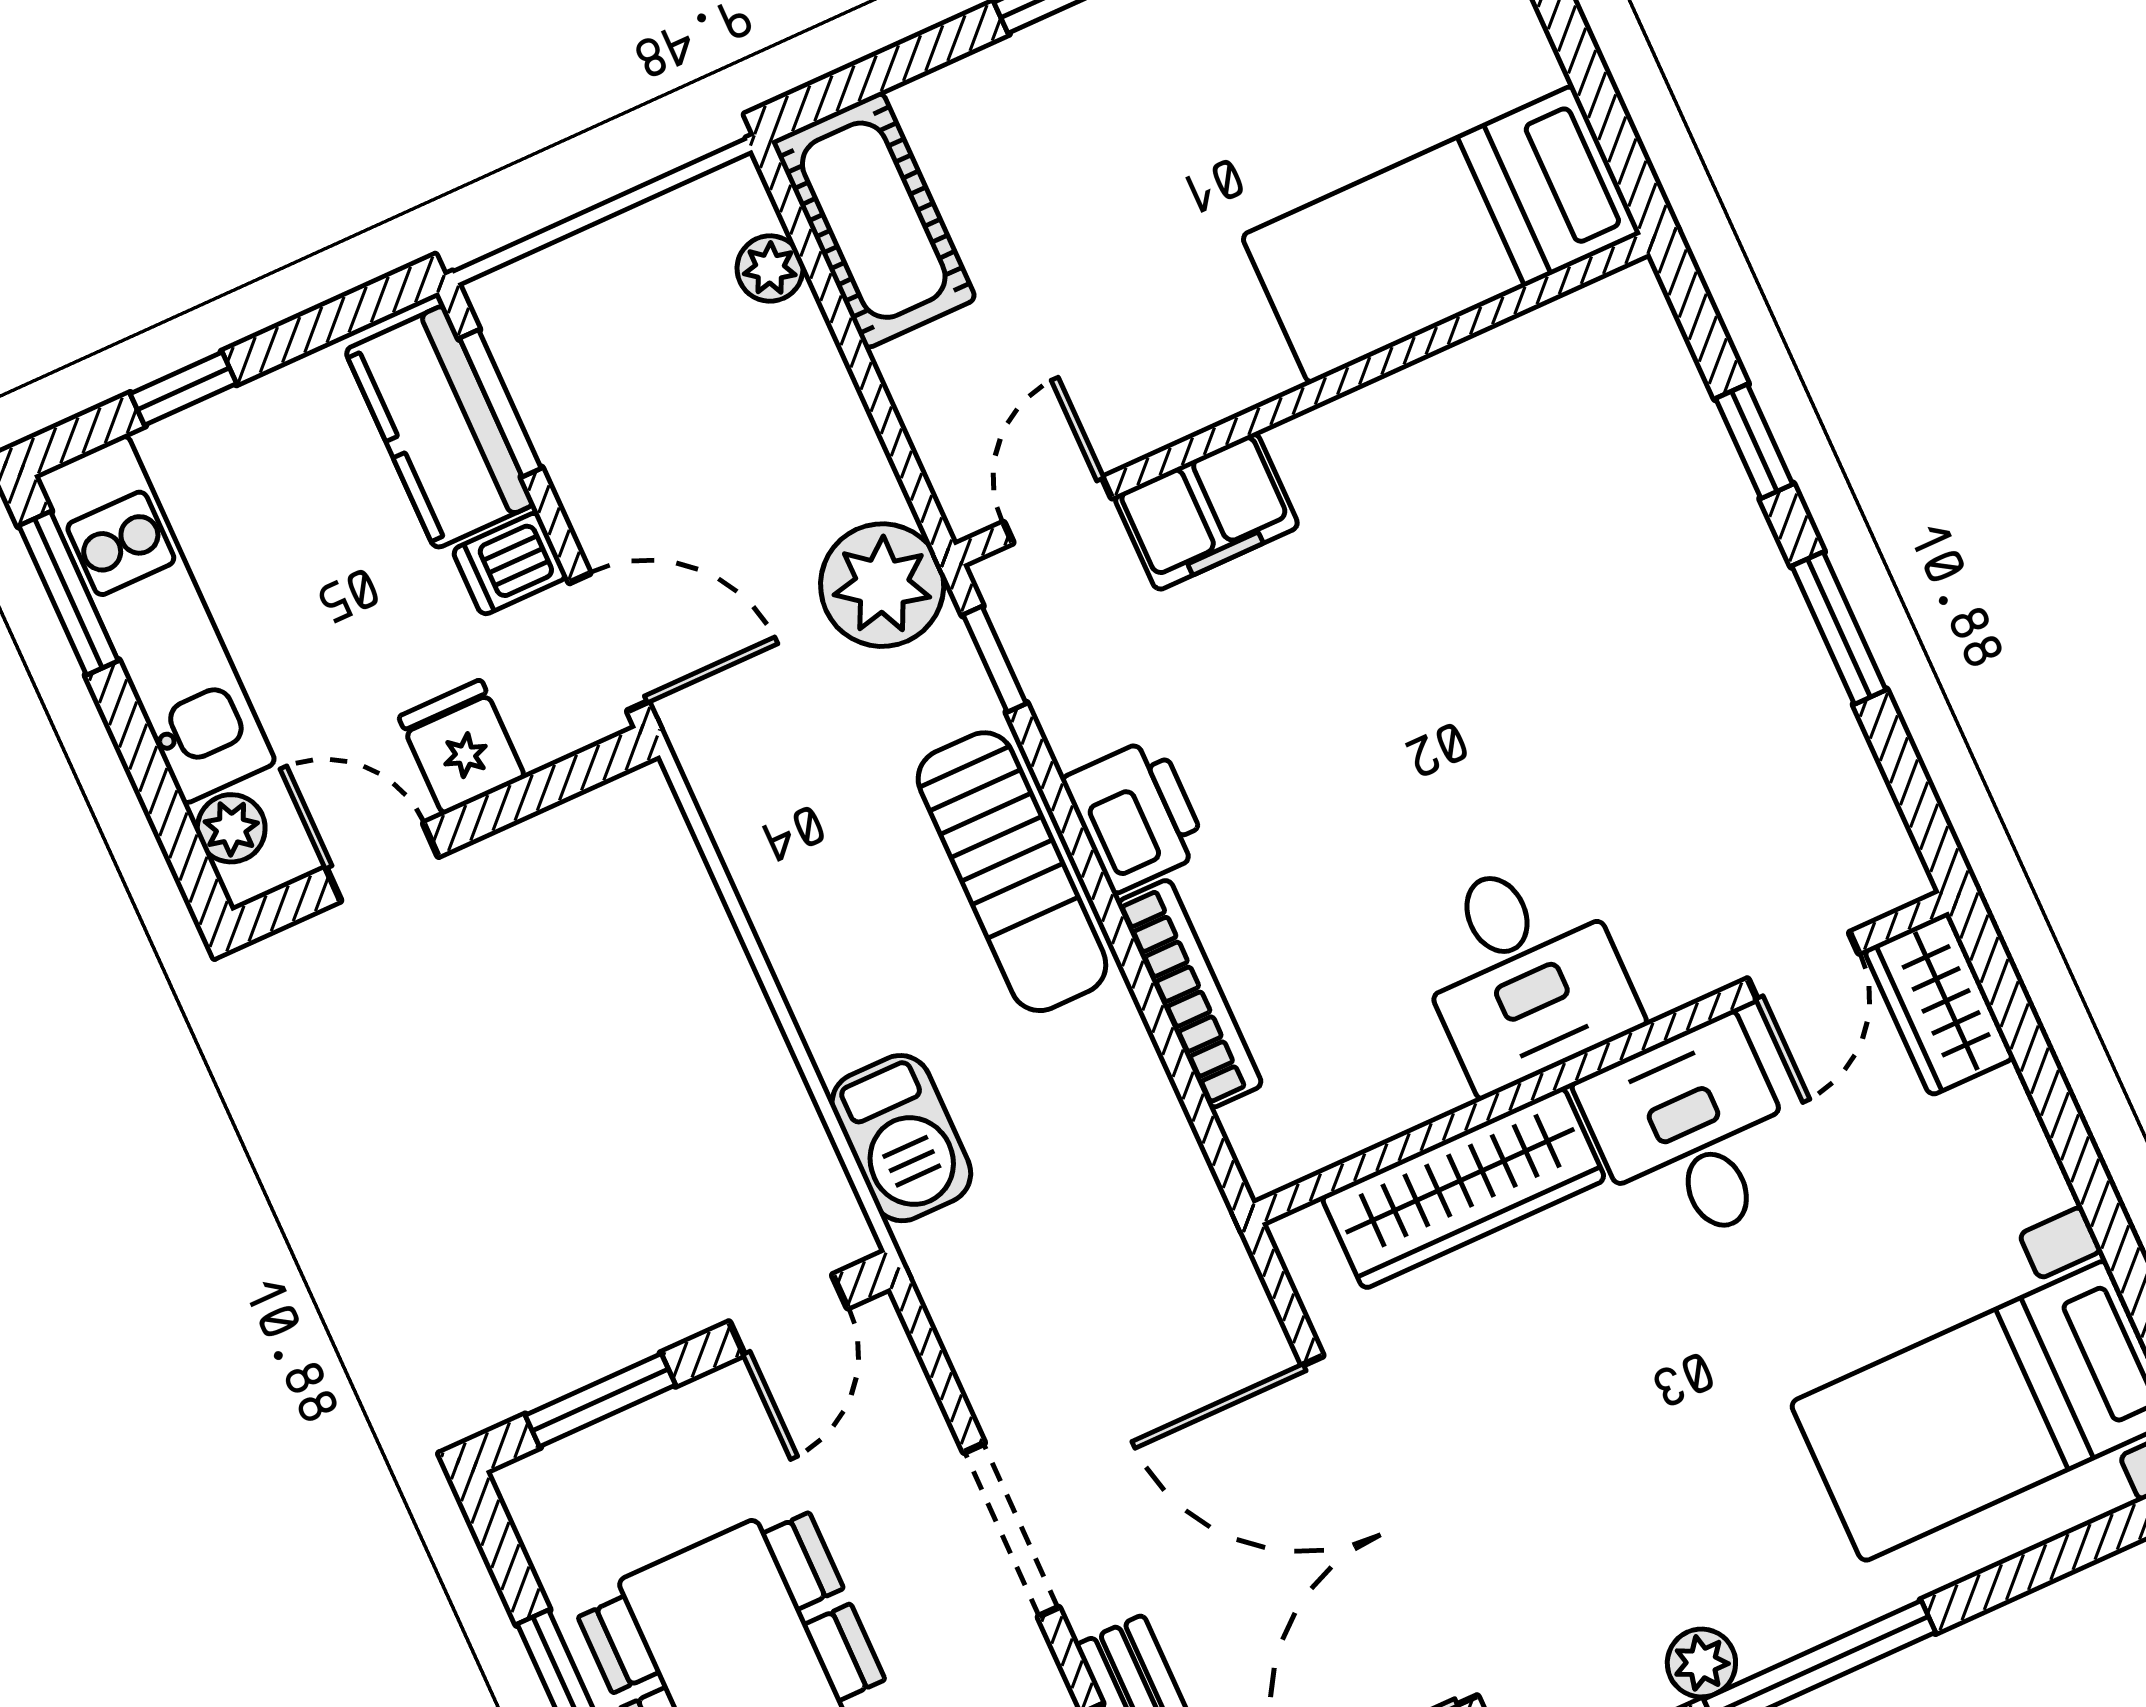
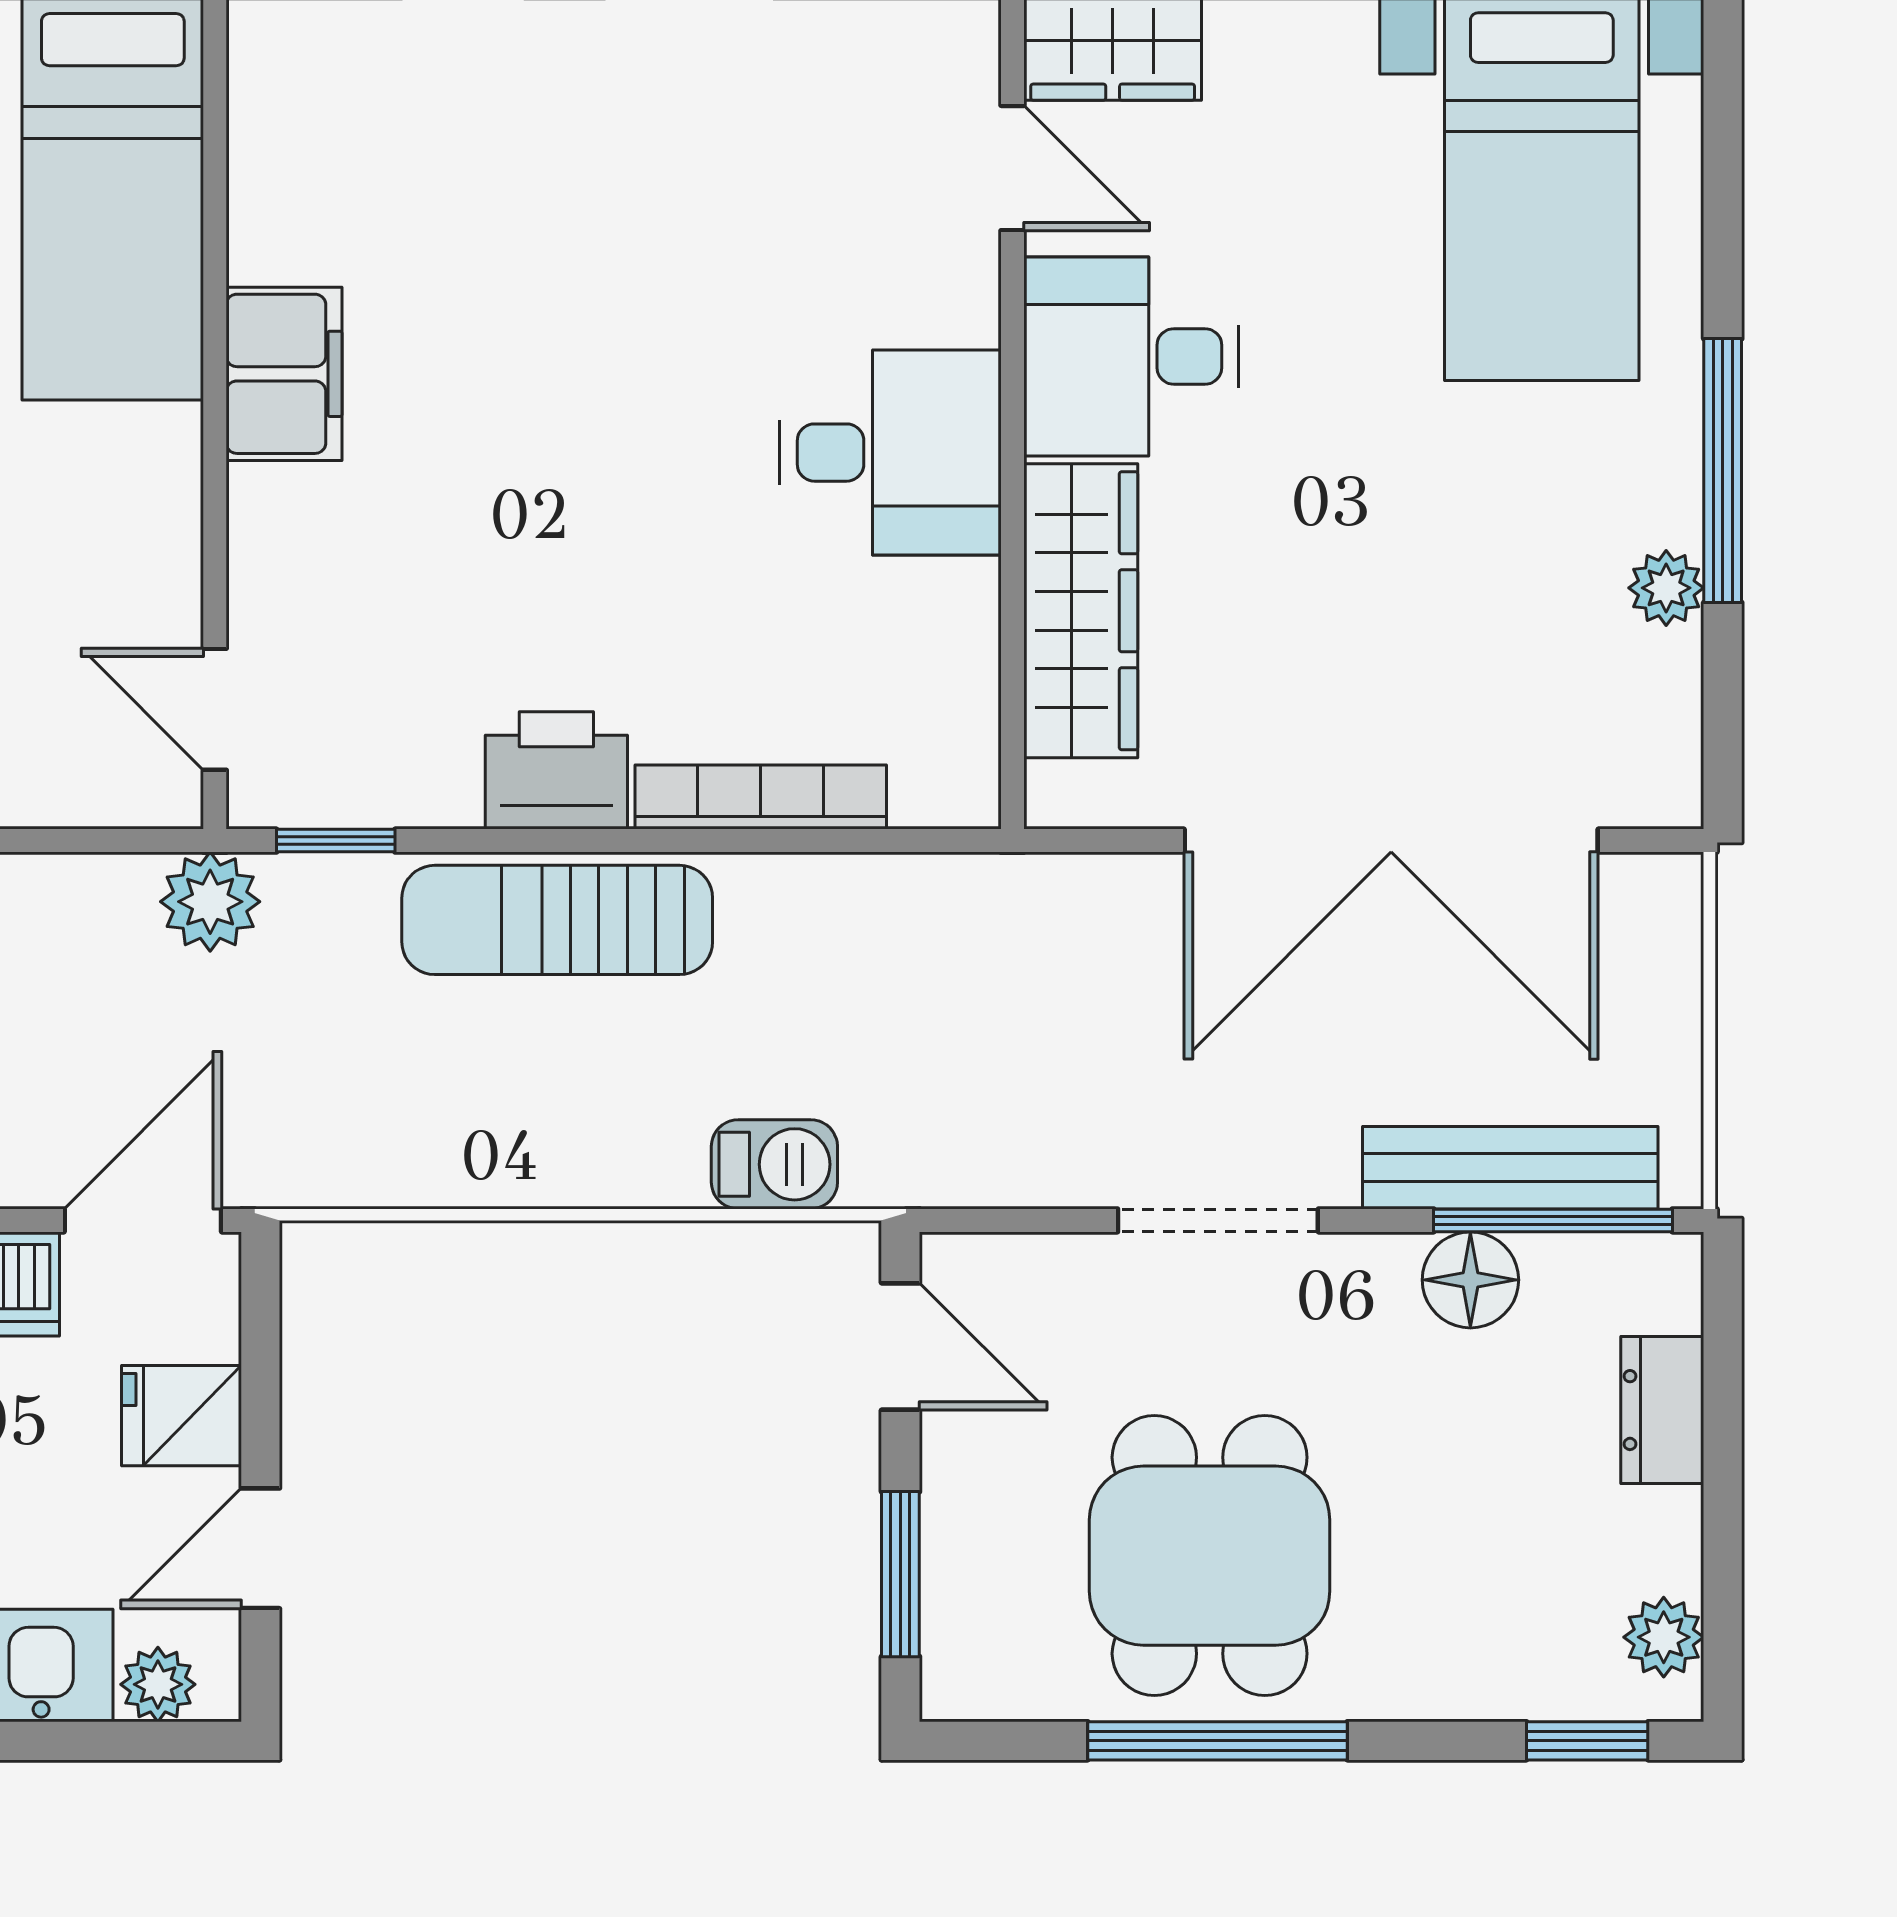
filing cabinet: (1206, 512) -> (284, 374), moved
plant: (882, 585) -> (210, 902), width x0.73, depth x0.73
sun lounger: (1012, 872) -> (557, 920), turned 180
barbecue: (901, 1138) -> (774, 1164), width x0.73, depth x0.79

